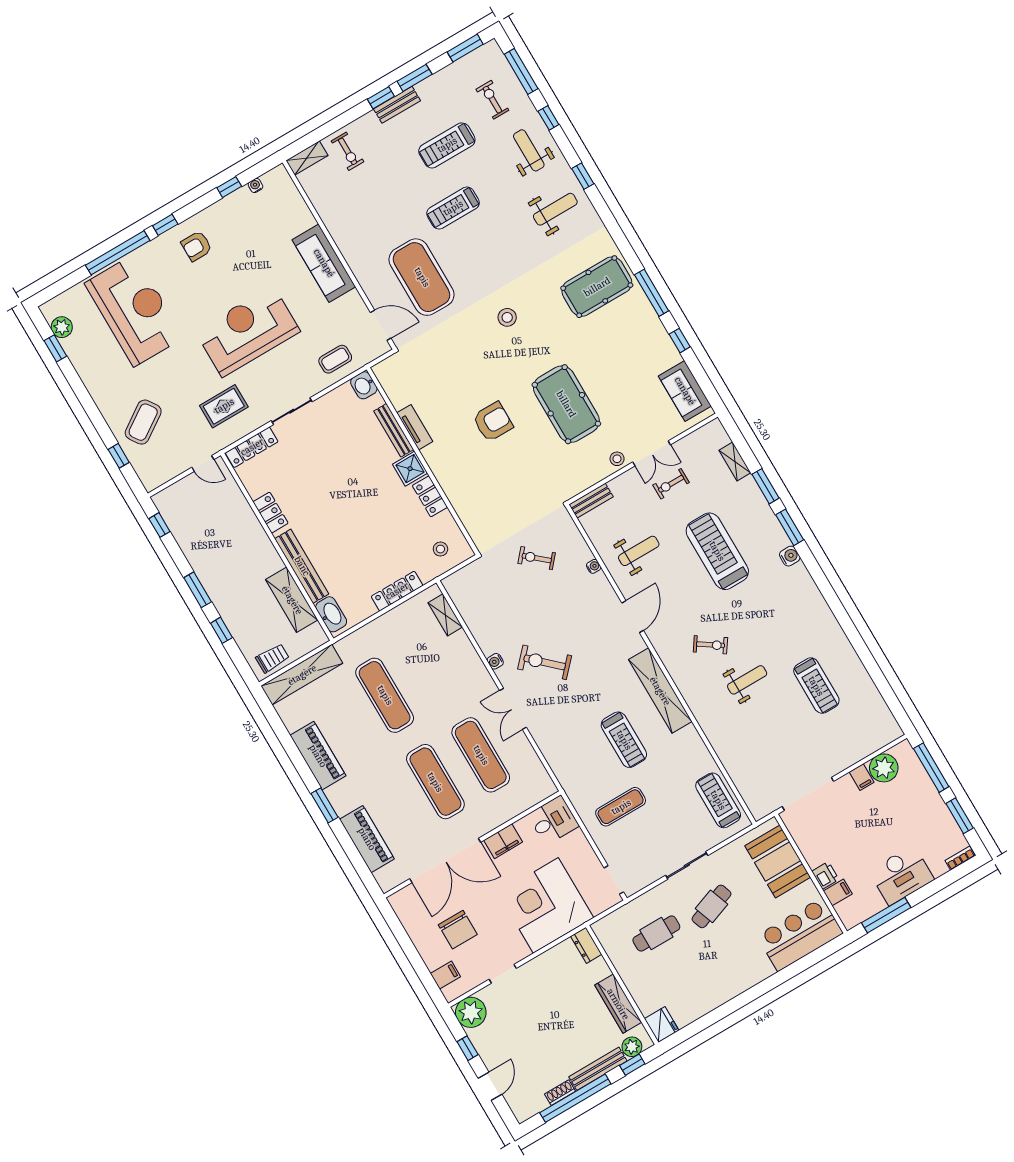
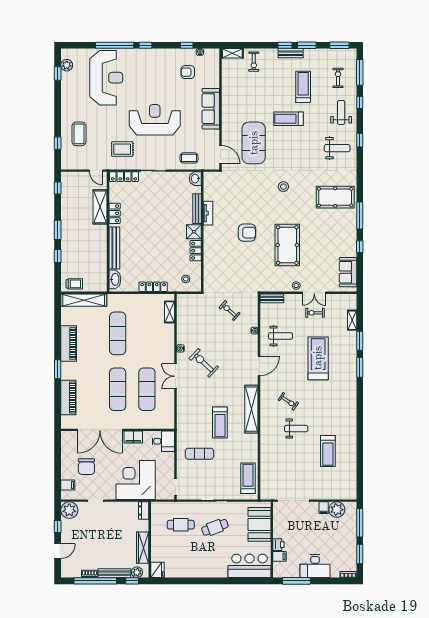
treadmill: (447, 145) -> (303, 87), turned 90
armchair: (197, 246) -> (188, 72), moved
coffee table: (143, 422) -> (79, 134), turned -56
water cooler: (790, 556) -> (352, 381), removed
shelving: (292, 600) -> (100, 207), moved

